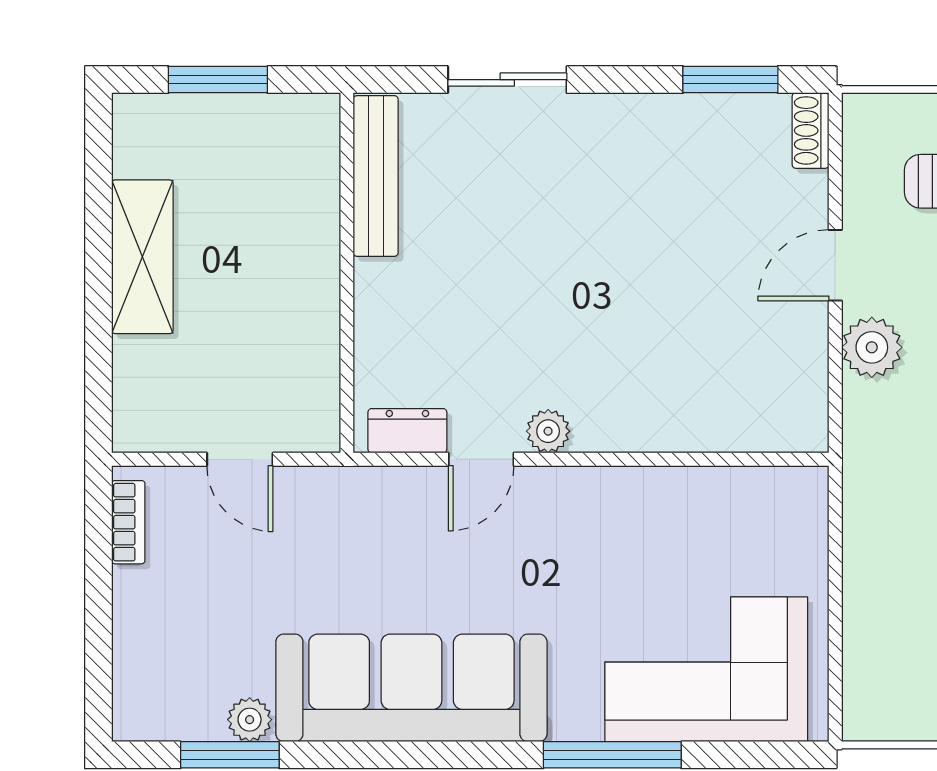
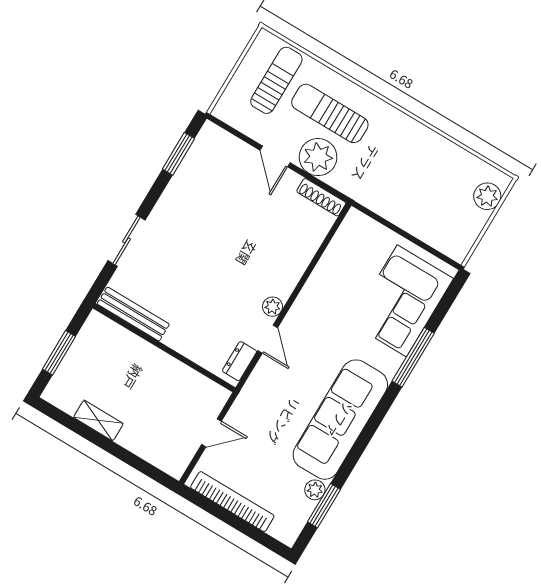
shoe rack: (811, 130) -> (321, 197), moved, width x1.43
shelving: (142, 257) -> (98, 420), width x0.67, depth x0.75
plant: (872, 347) -> (318, 157), width x1.36, depth x1.36
bookcase: (128, 522) -> (232, 502), width x2.31, depth x1.31

